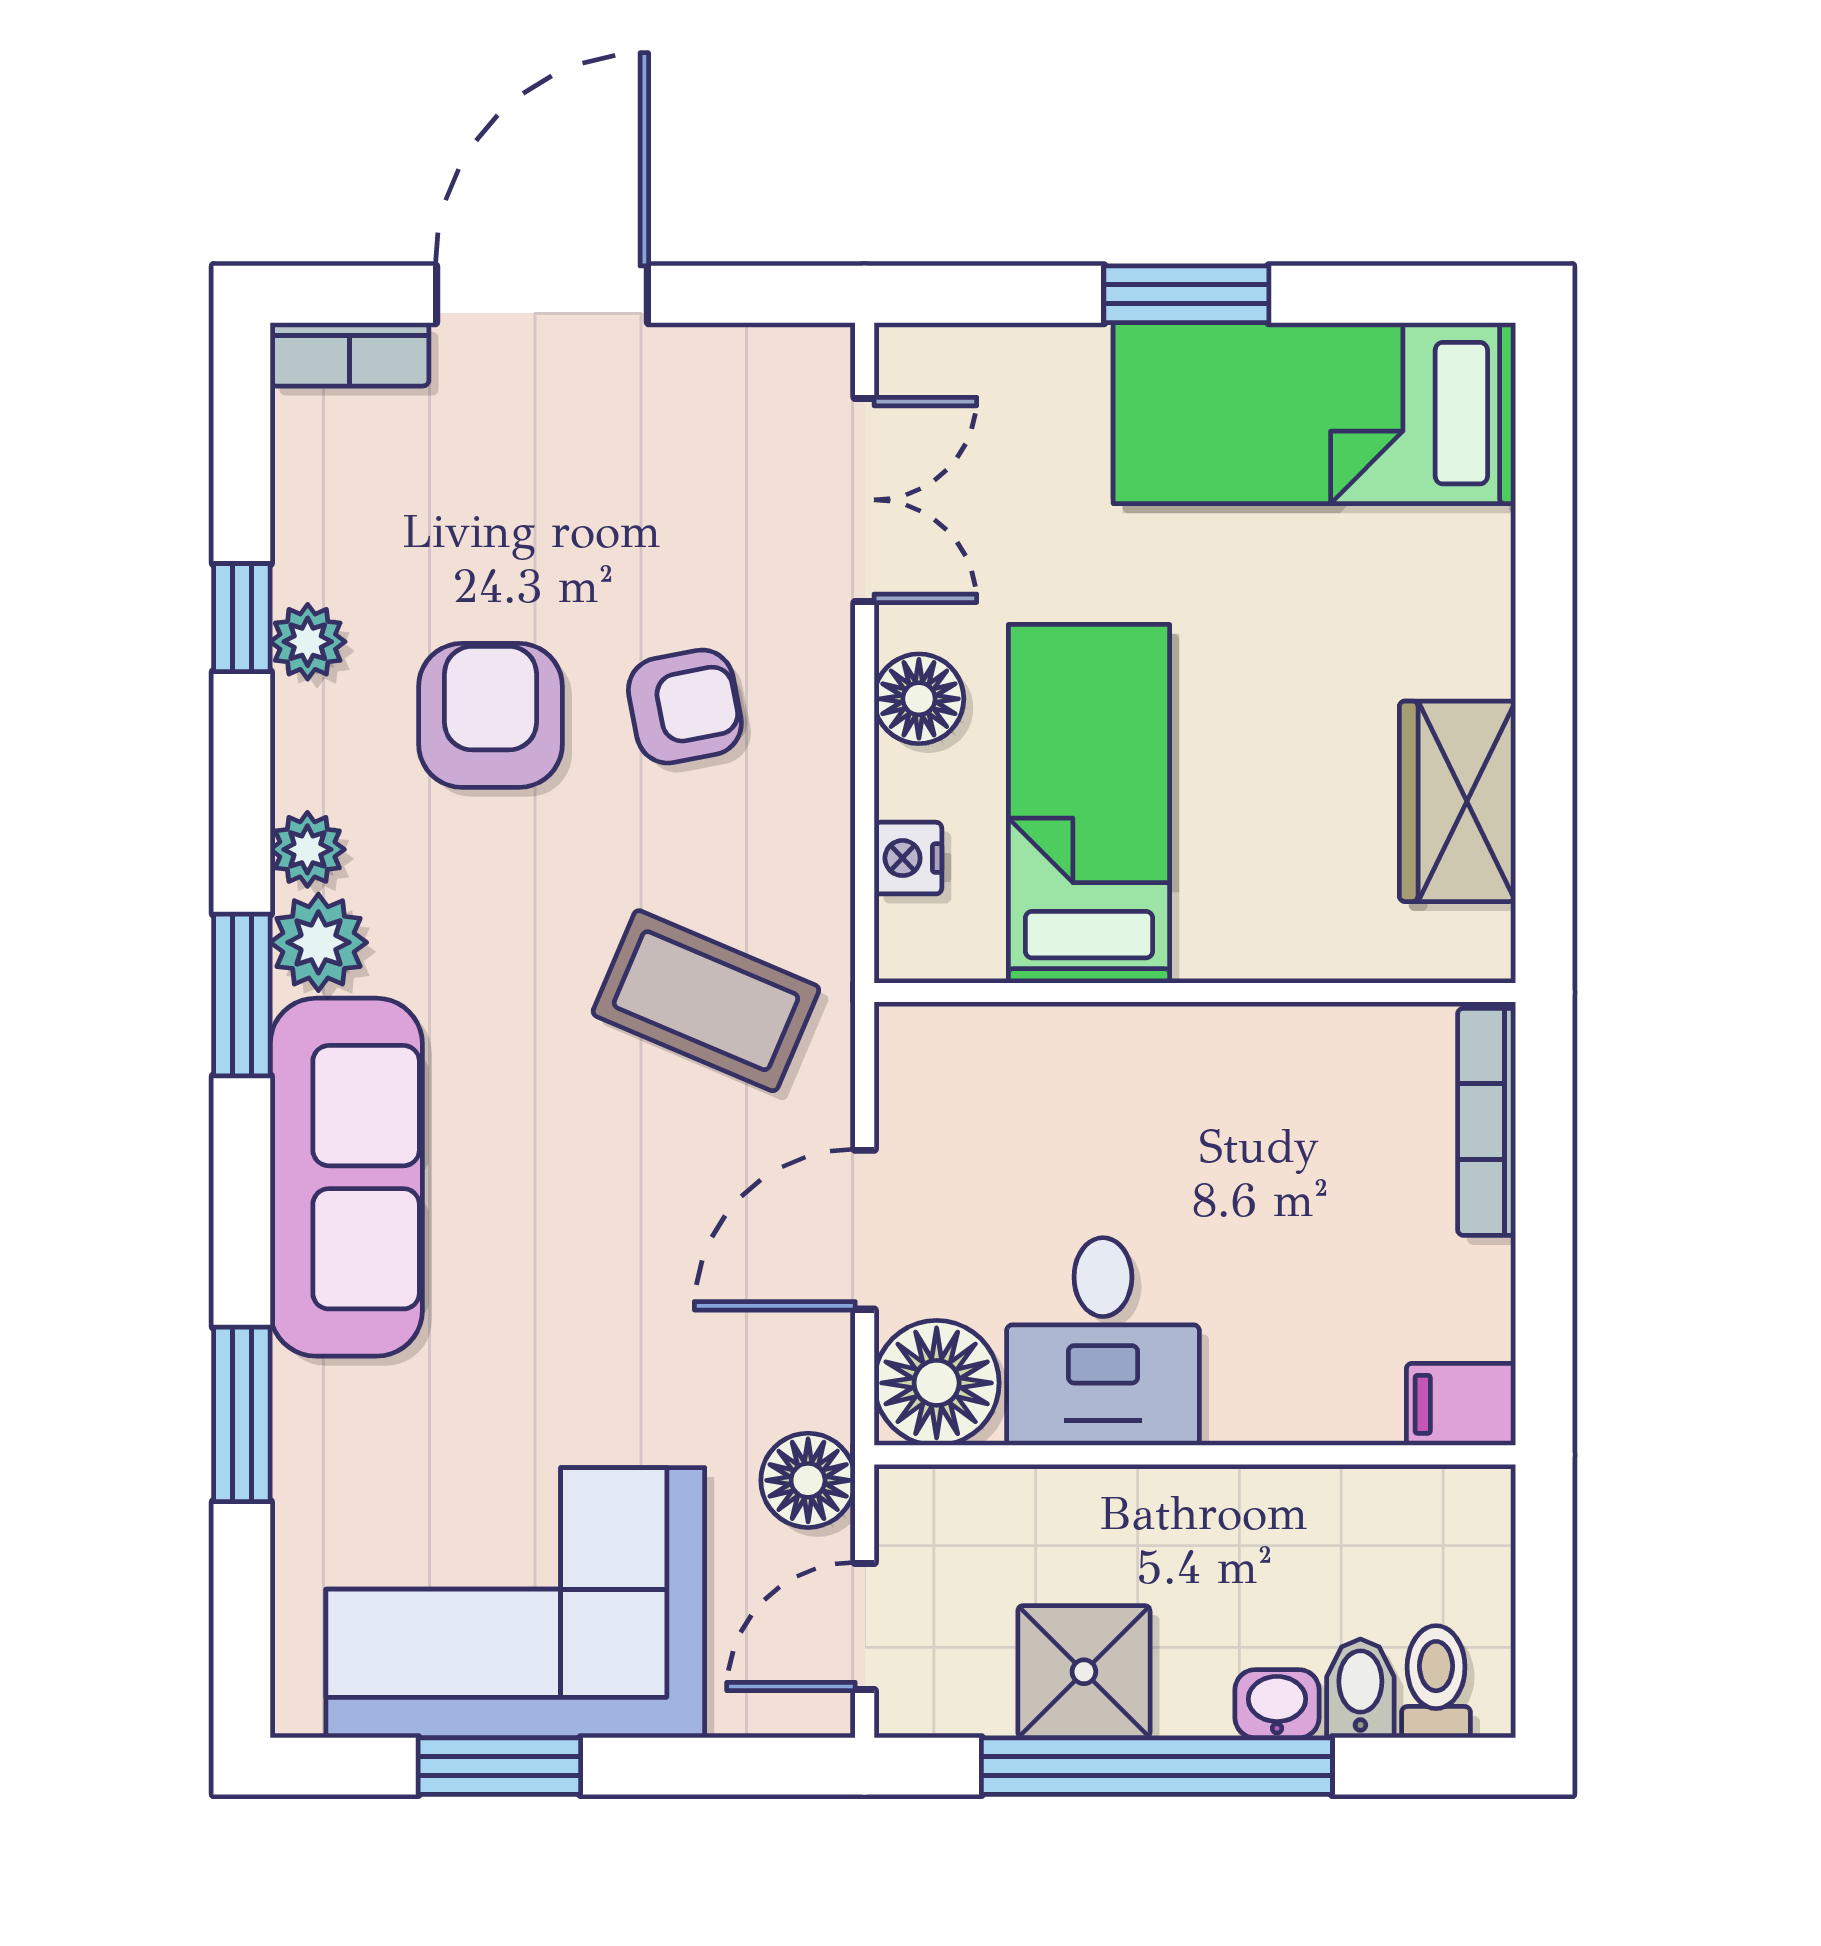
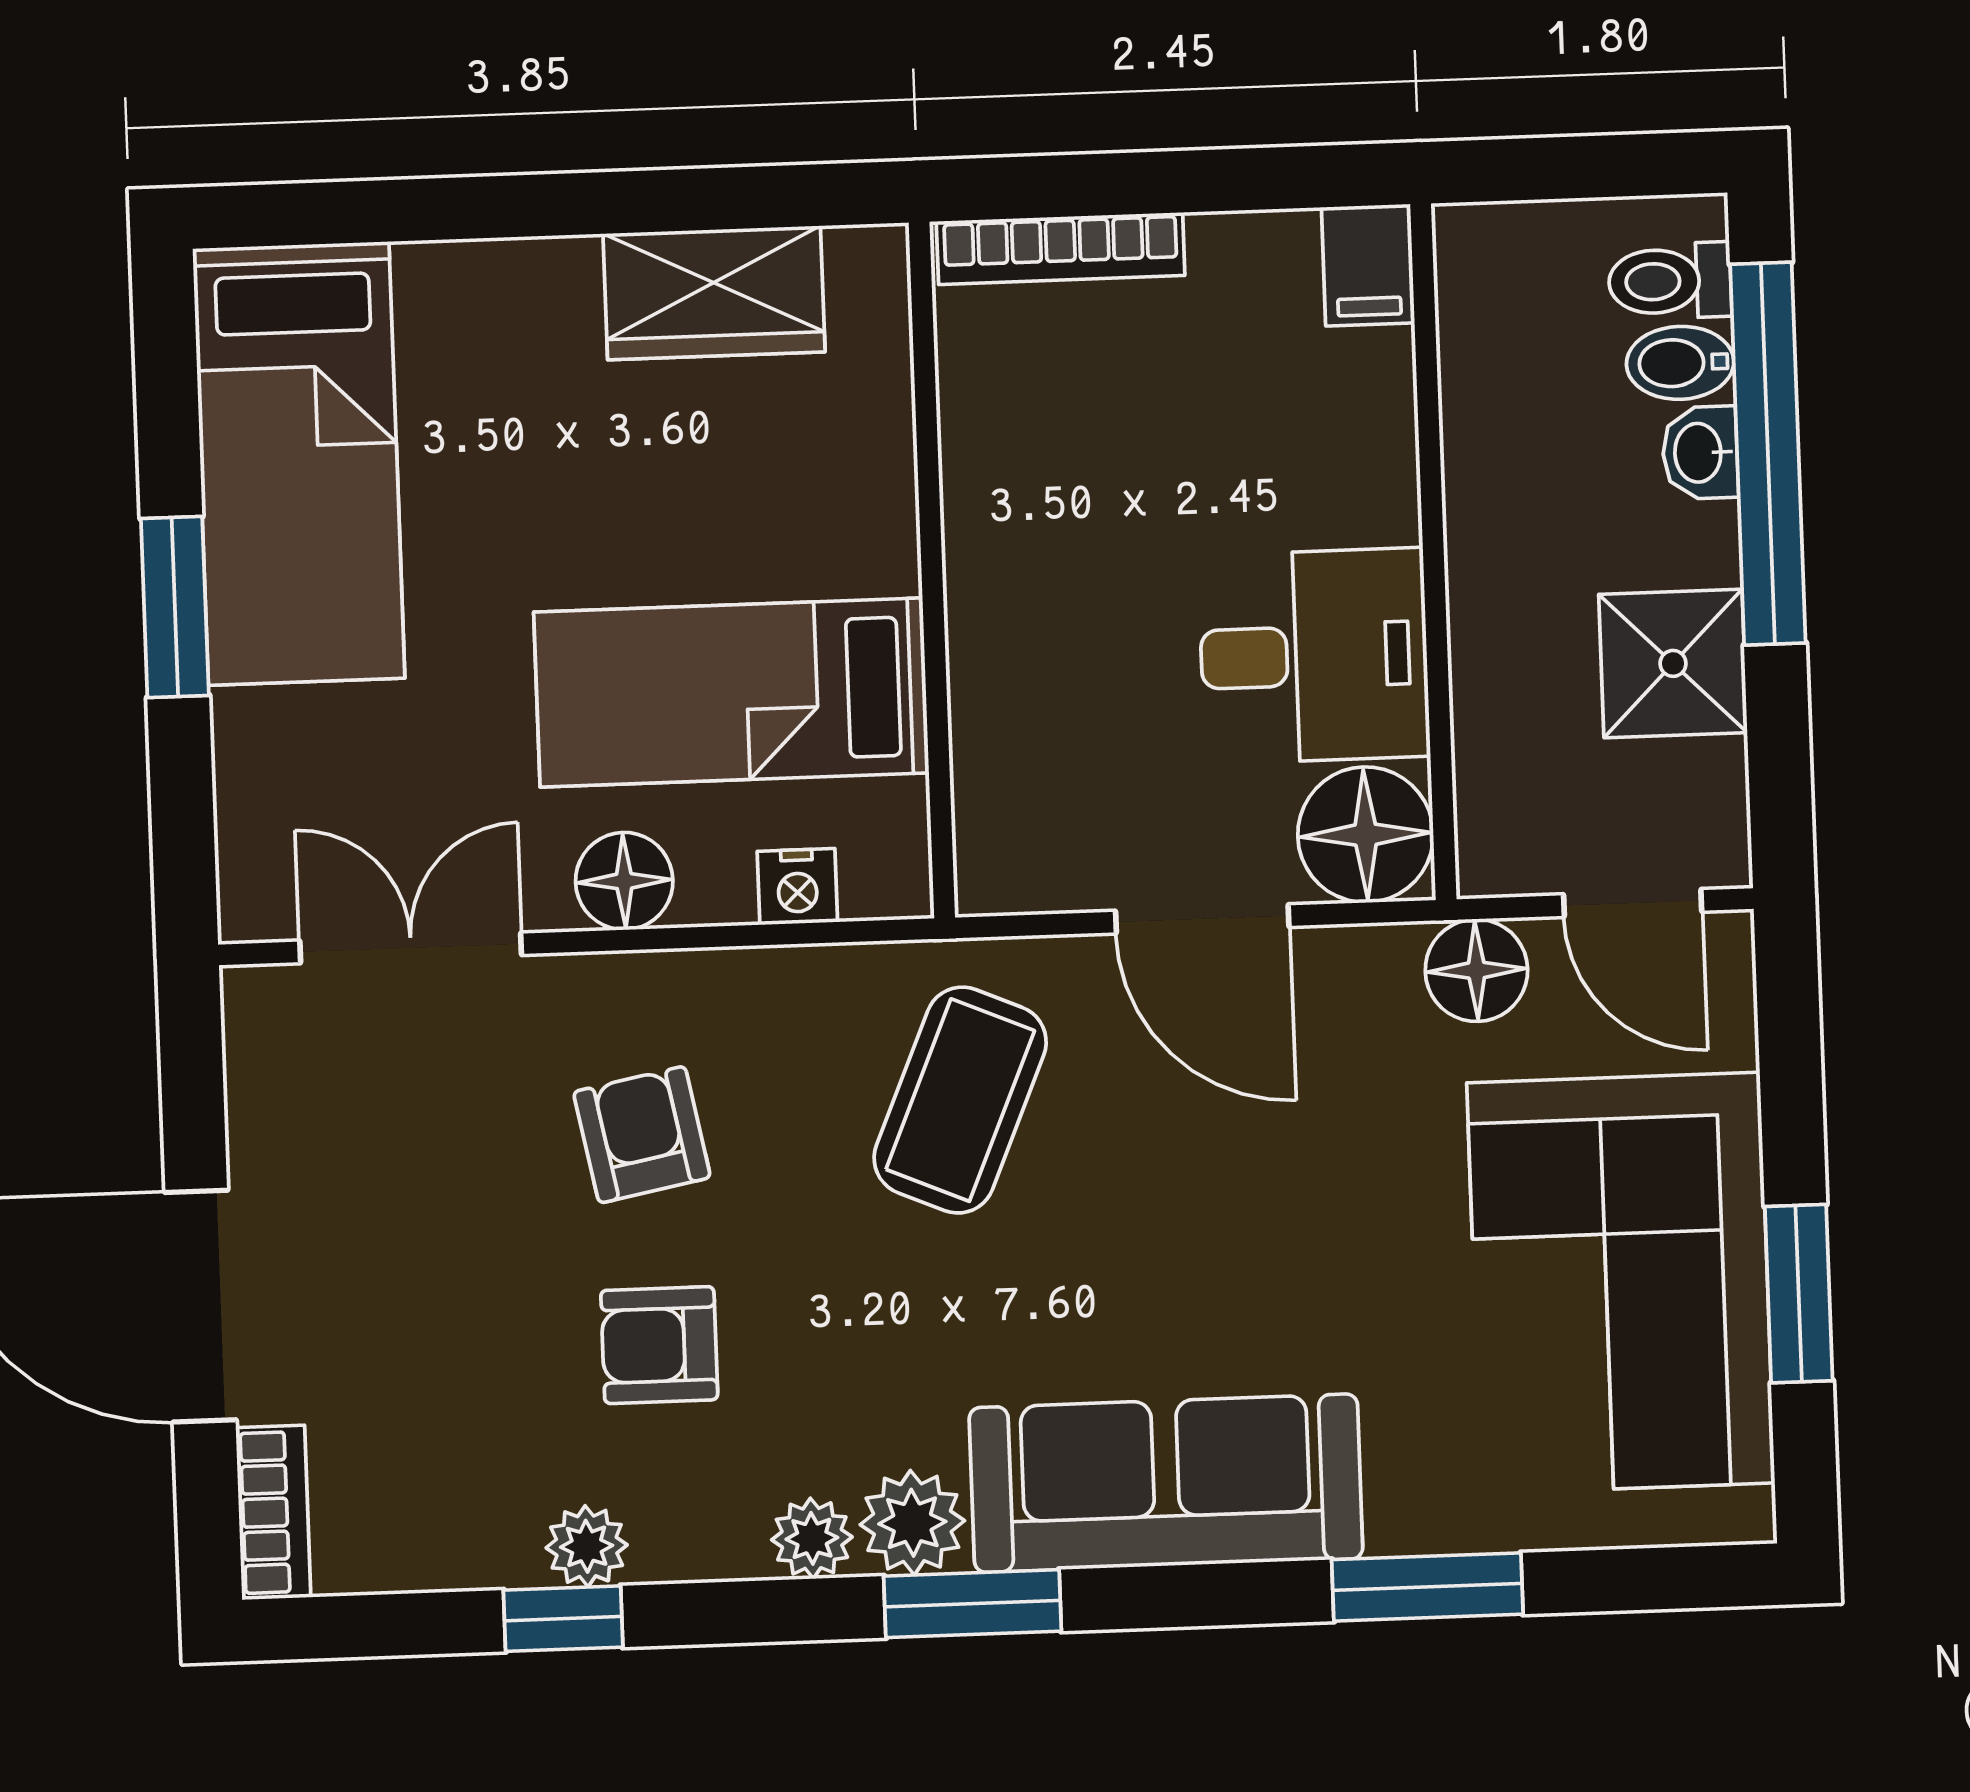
armchair: (491, 715) -> (659, 1345), width x0.72, depth x0.72
window: (1157, 1766) -> (1768, 454), moved

